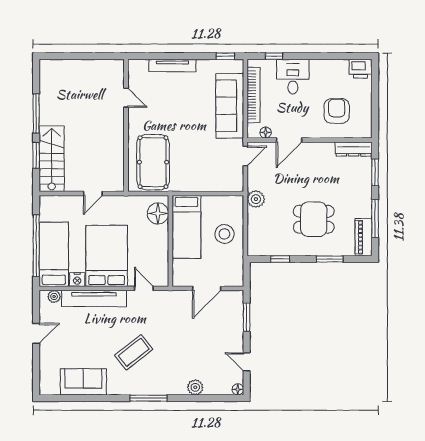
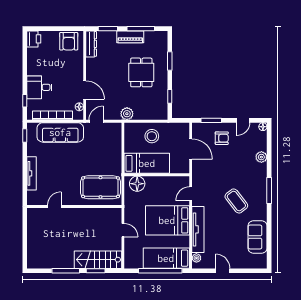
armchair: (337, 111) -> (69, 41), moved, turned -90
door: (245, 156) -> (96, 121), hinge flipped
piano: (364, 237) -> (130, 37), moved
nightstand: (77, 280) -> (184, 241), removed
armchair: (222, 332) -> (222, 138), added

